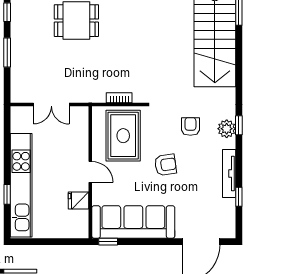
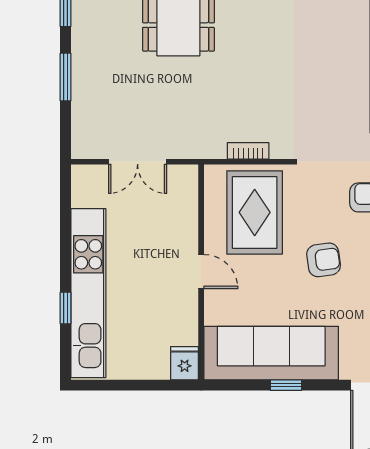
fridge: (79, 201) -> (185, 363), moved, turned 90
window: (108, 242) -> (286, 385), moved

